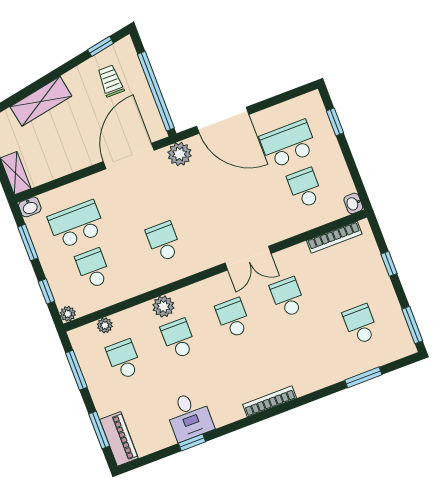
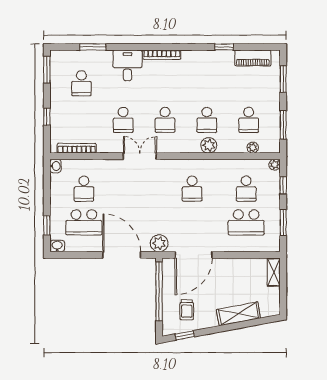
washbasin: (30, 207) -> (57, 246), moved
desk: (189, 416) -> (127, 65), moved
piano: (119, 439) -> (253, 58), moved, turned -90

